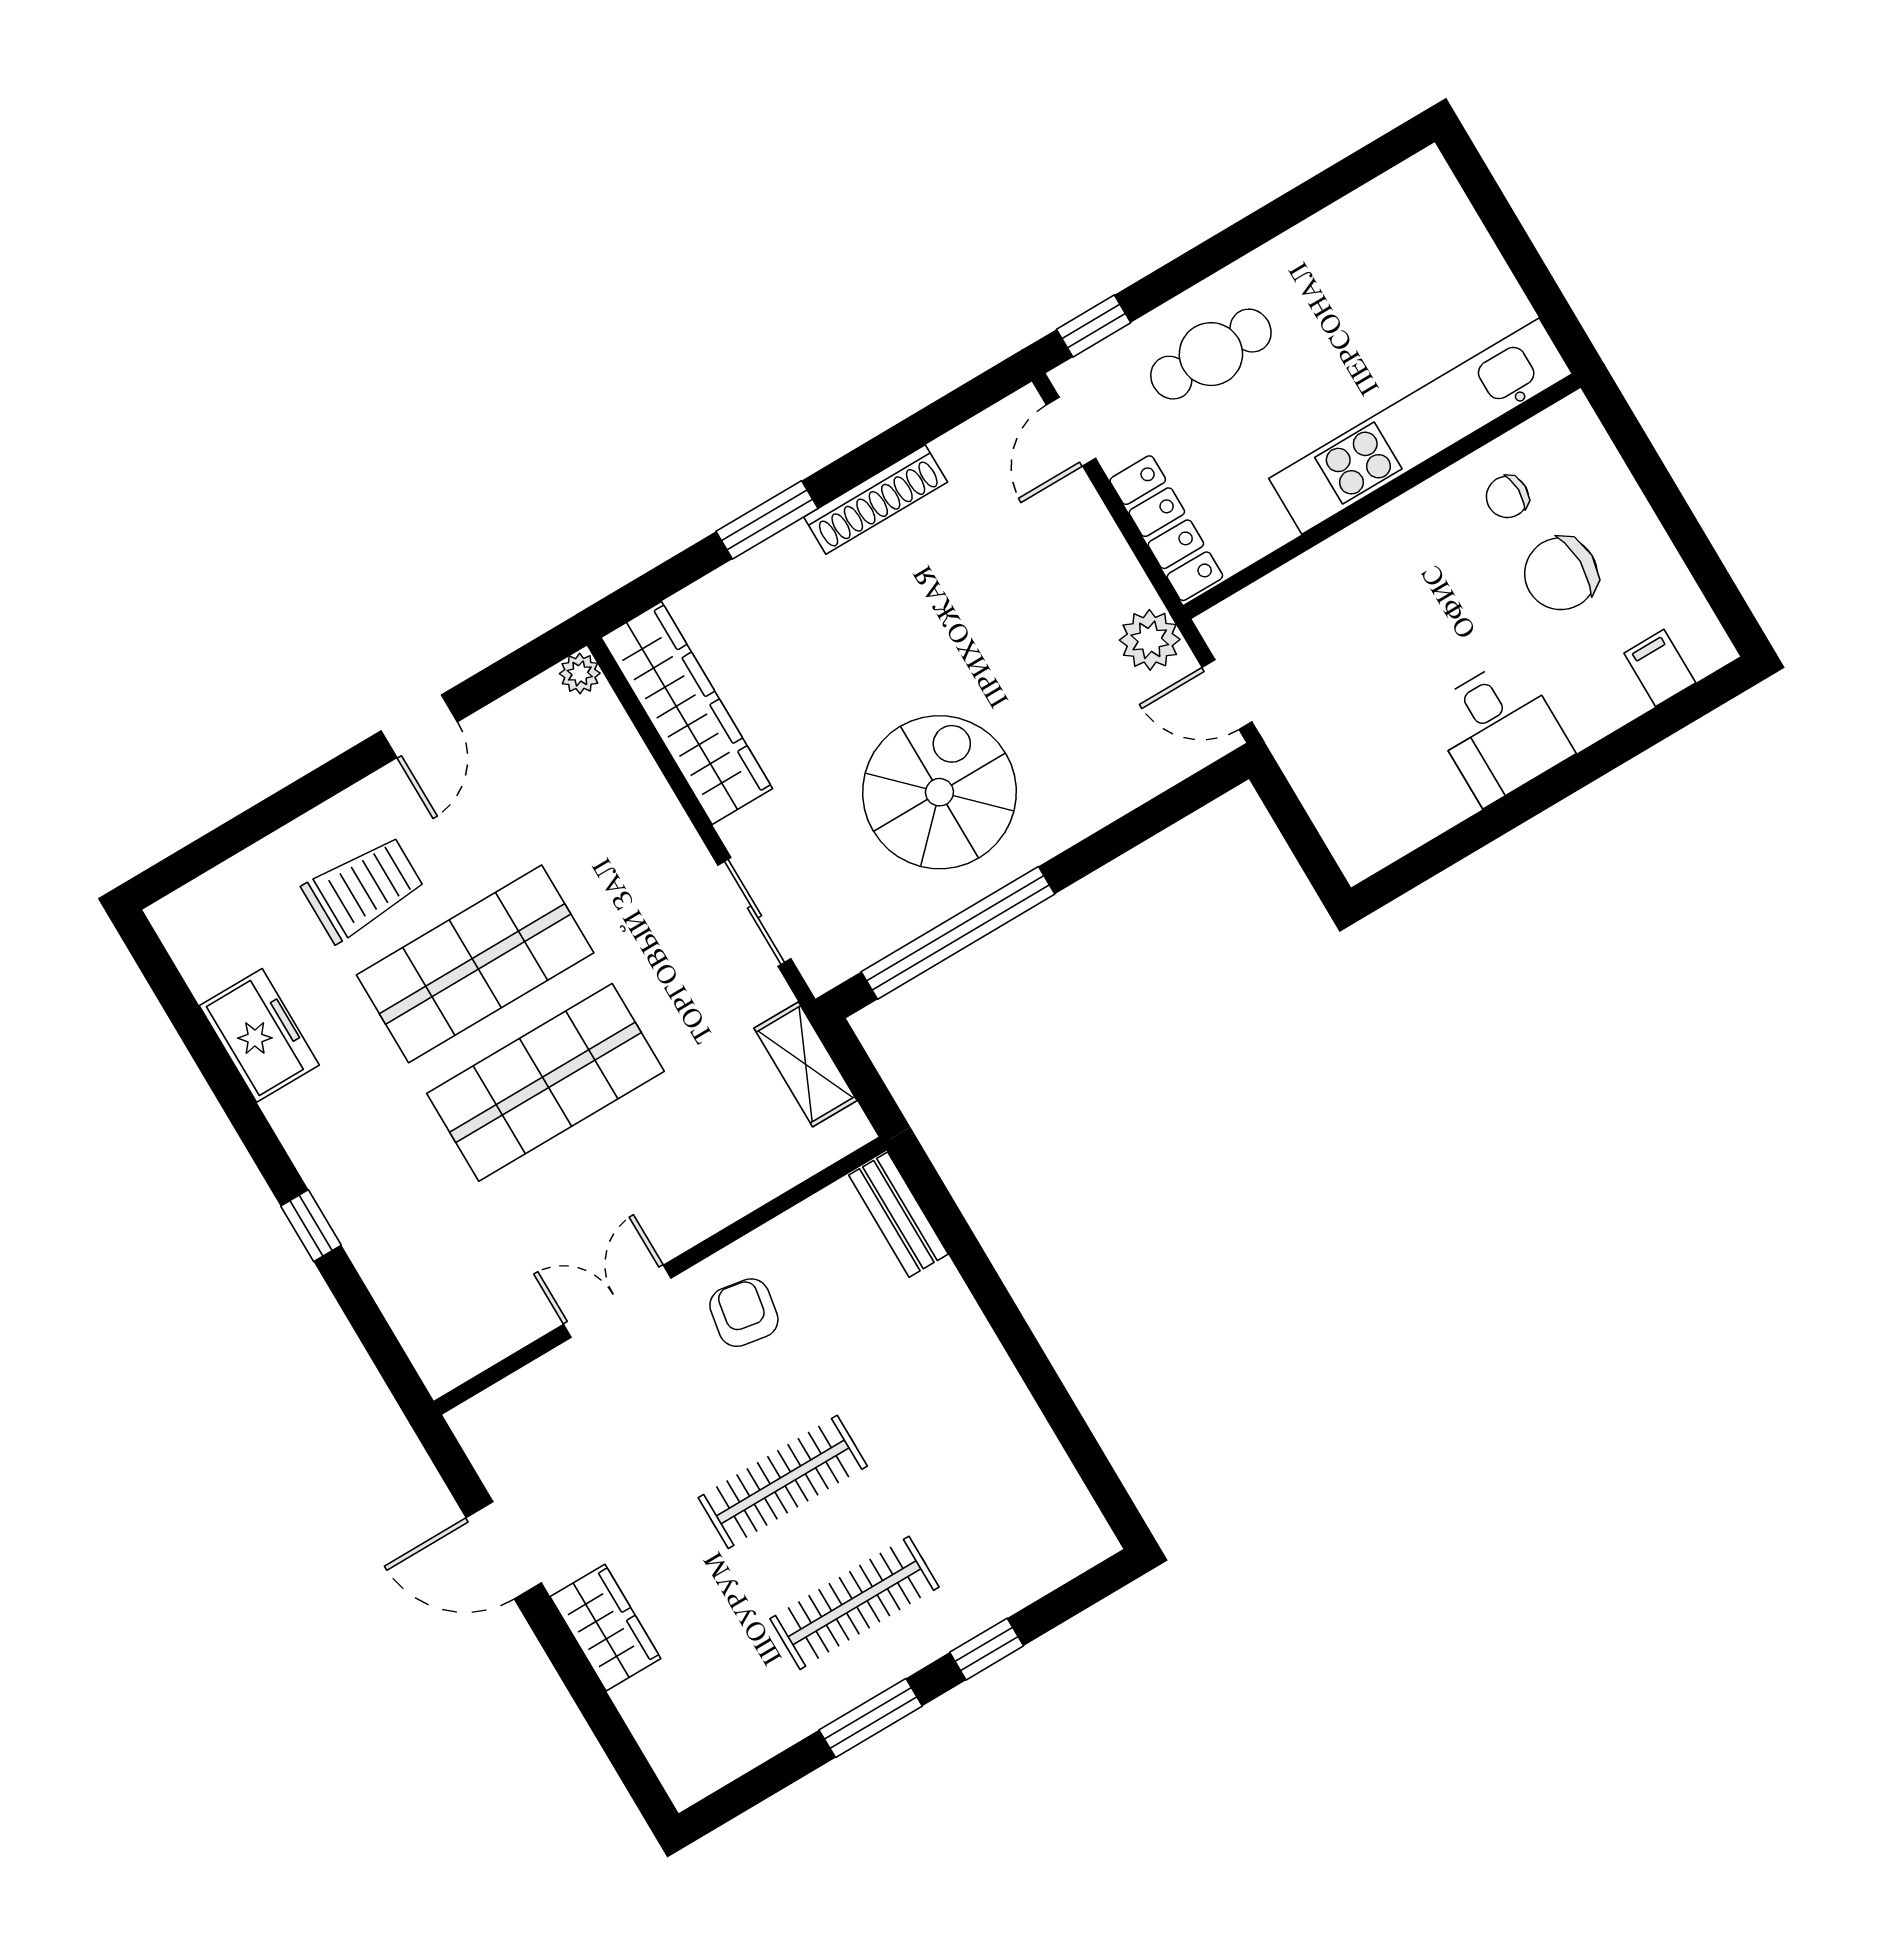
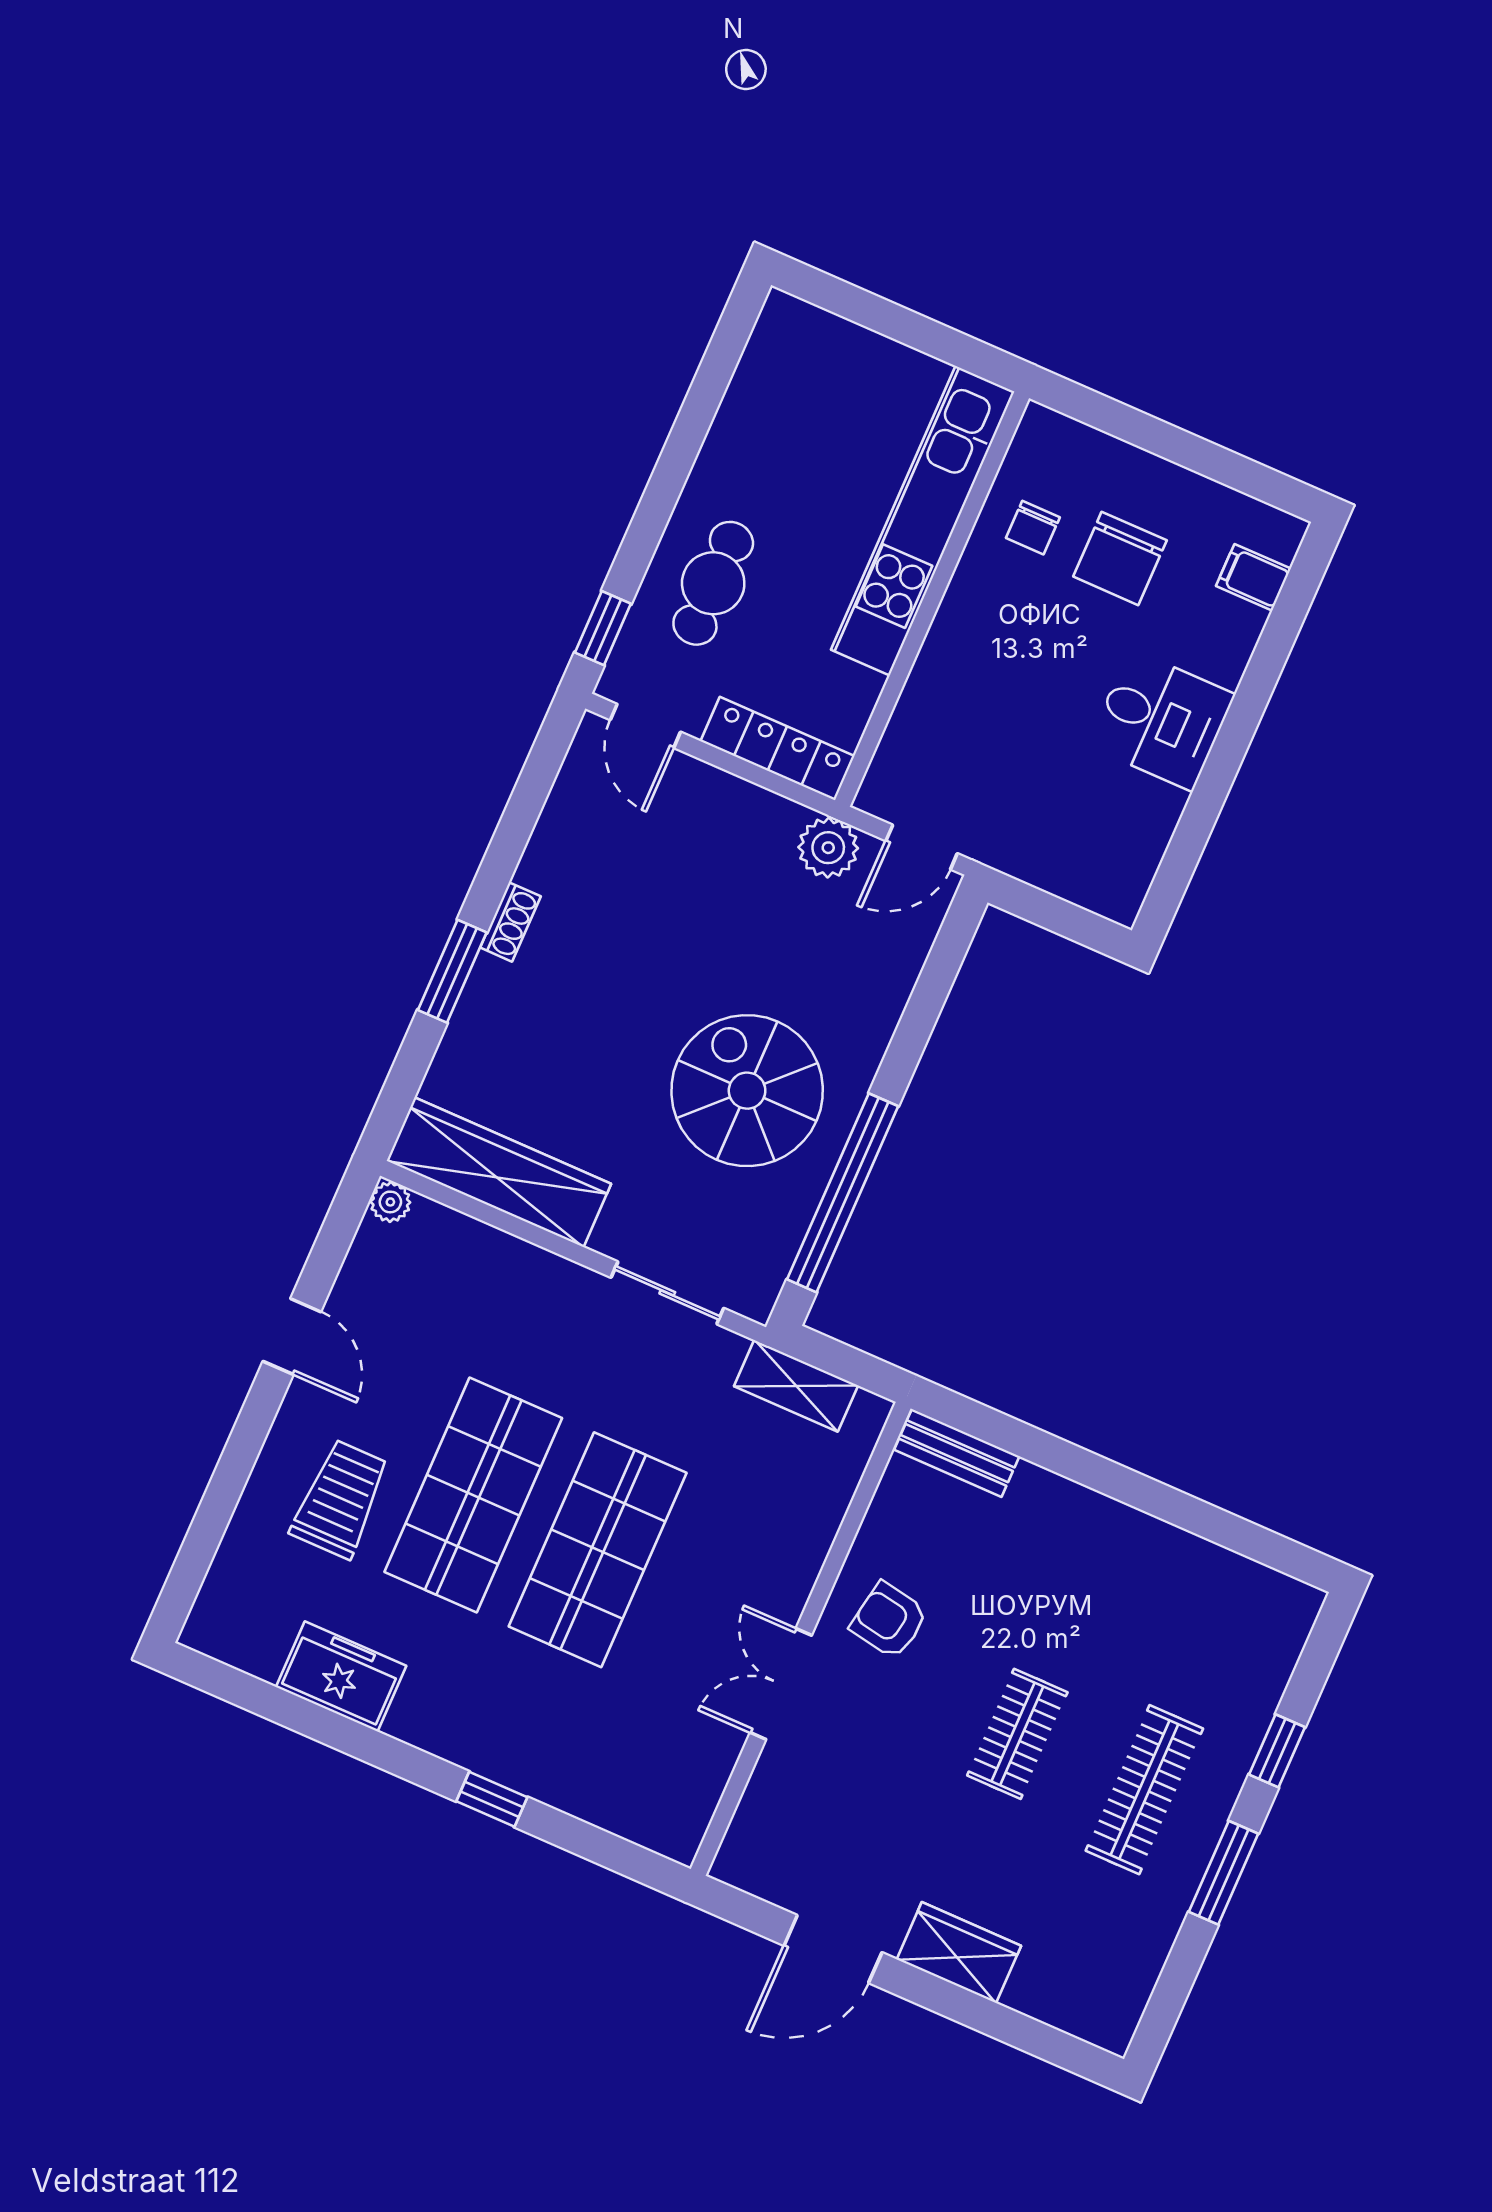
shoe rack: (876, 500) -> (510, 922), width x0.51, depth x0.81
clothes rail: (783, 1482) -> (1017, 1734), width x0.73

